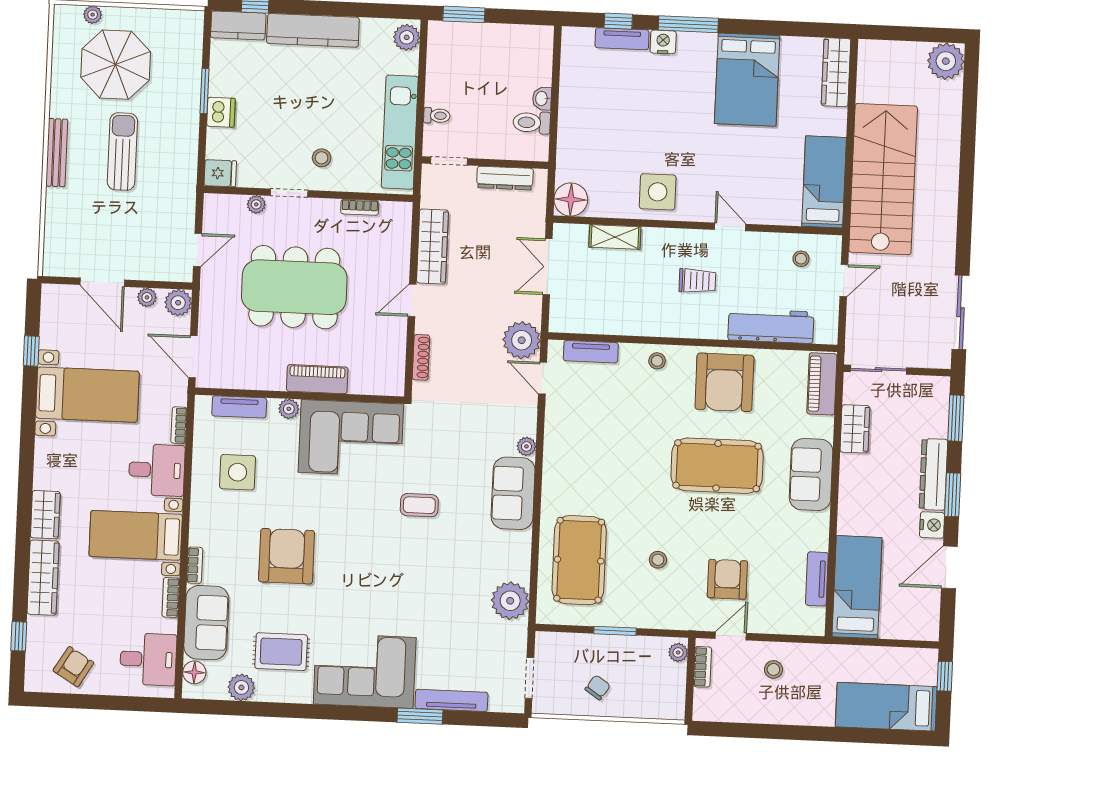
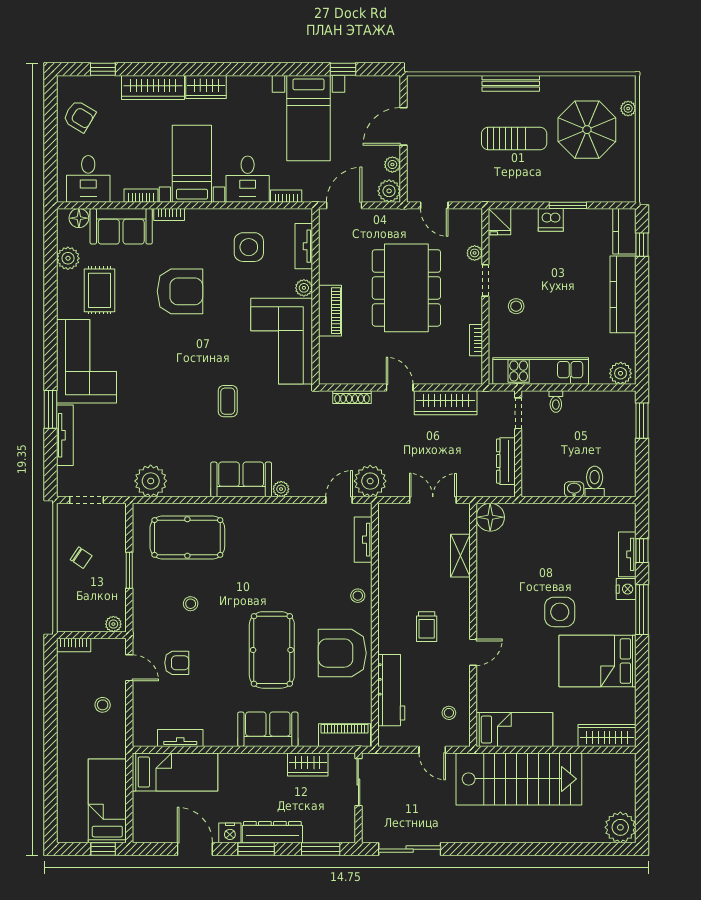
toilet: (532, 123) -> (595, 481), moved
side table: (658, 192) -> (560, 612), moved
armchair: (727, 579) -> (177, 663), width x0.72, depth x0.72
bookcase: (702, 667) -> (74, 645), moved
bed: (886, 707) -> (107, 801), moved

